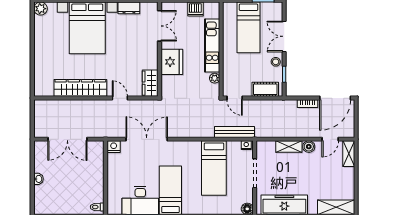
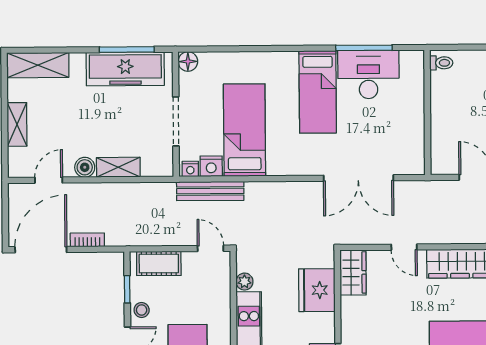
fridge: (172, 62) -> (317, 290), moved
nightstand: (114, 147) -> (211, 166), moved
shelving: (349, 154) -> (17, 124), moved

